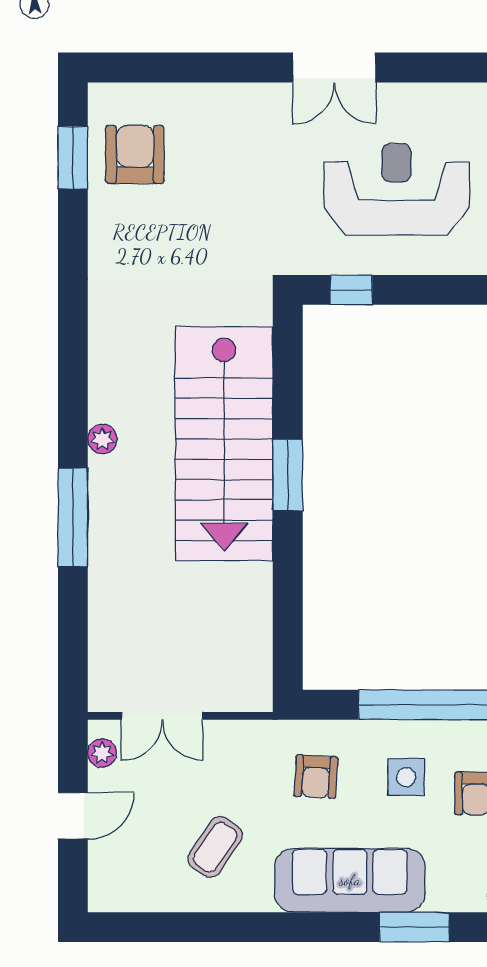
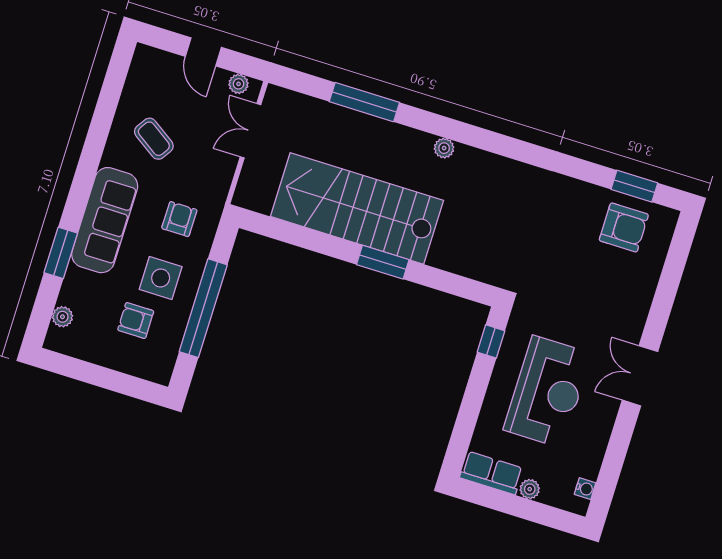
stairs: (224, 444) -> (357, 208), moved
window: (73, 517) -> (364, 102), moved
armchair: (316, 777) -> (179, 219), turned 87
side table: (406, 777) -> (161, 278), width x1.37, depth x1.37

